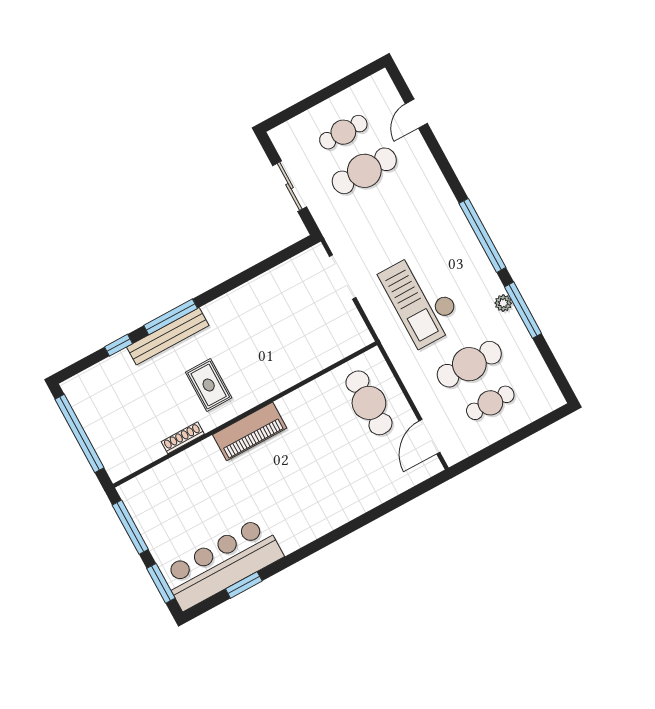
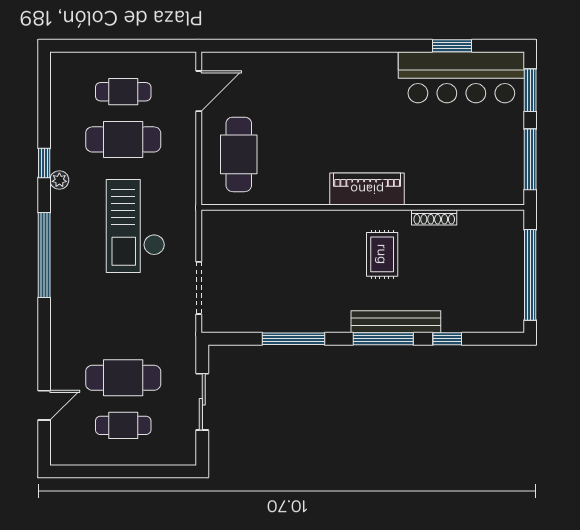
window: (243, 277) -> (293, 339), added
checkout: (421, 299) -> (135, 226), turned 180
window: (523, 310) -> (44, 163), width x0.46

